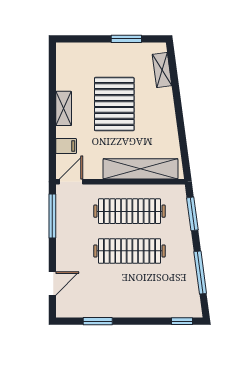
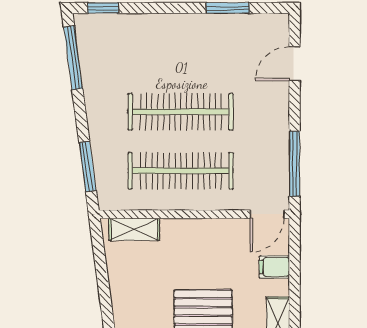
shelving: (140, 169) -> (134, 229), width x0.45, depth x0.75
window: (200, 272) -> (73, 58), moved

